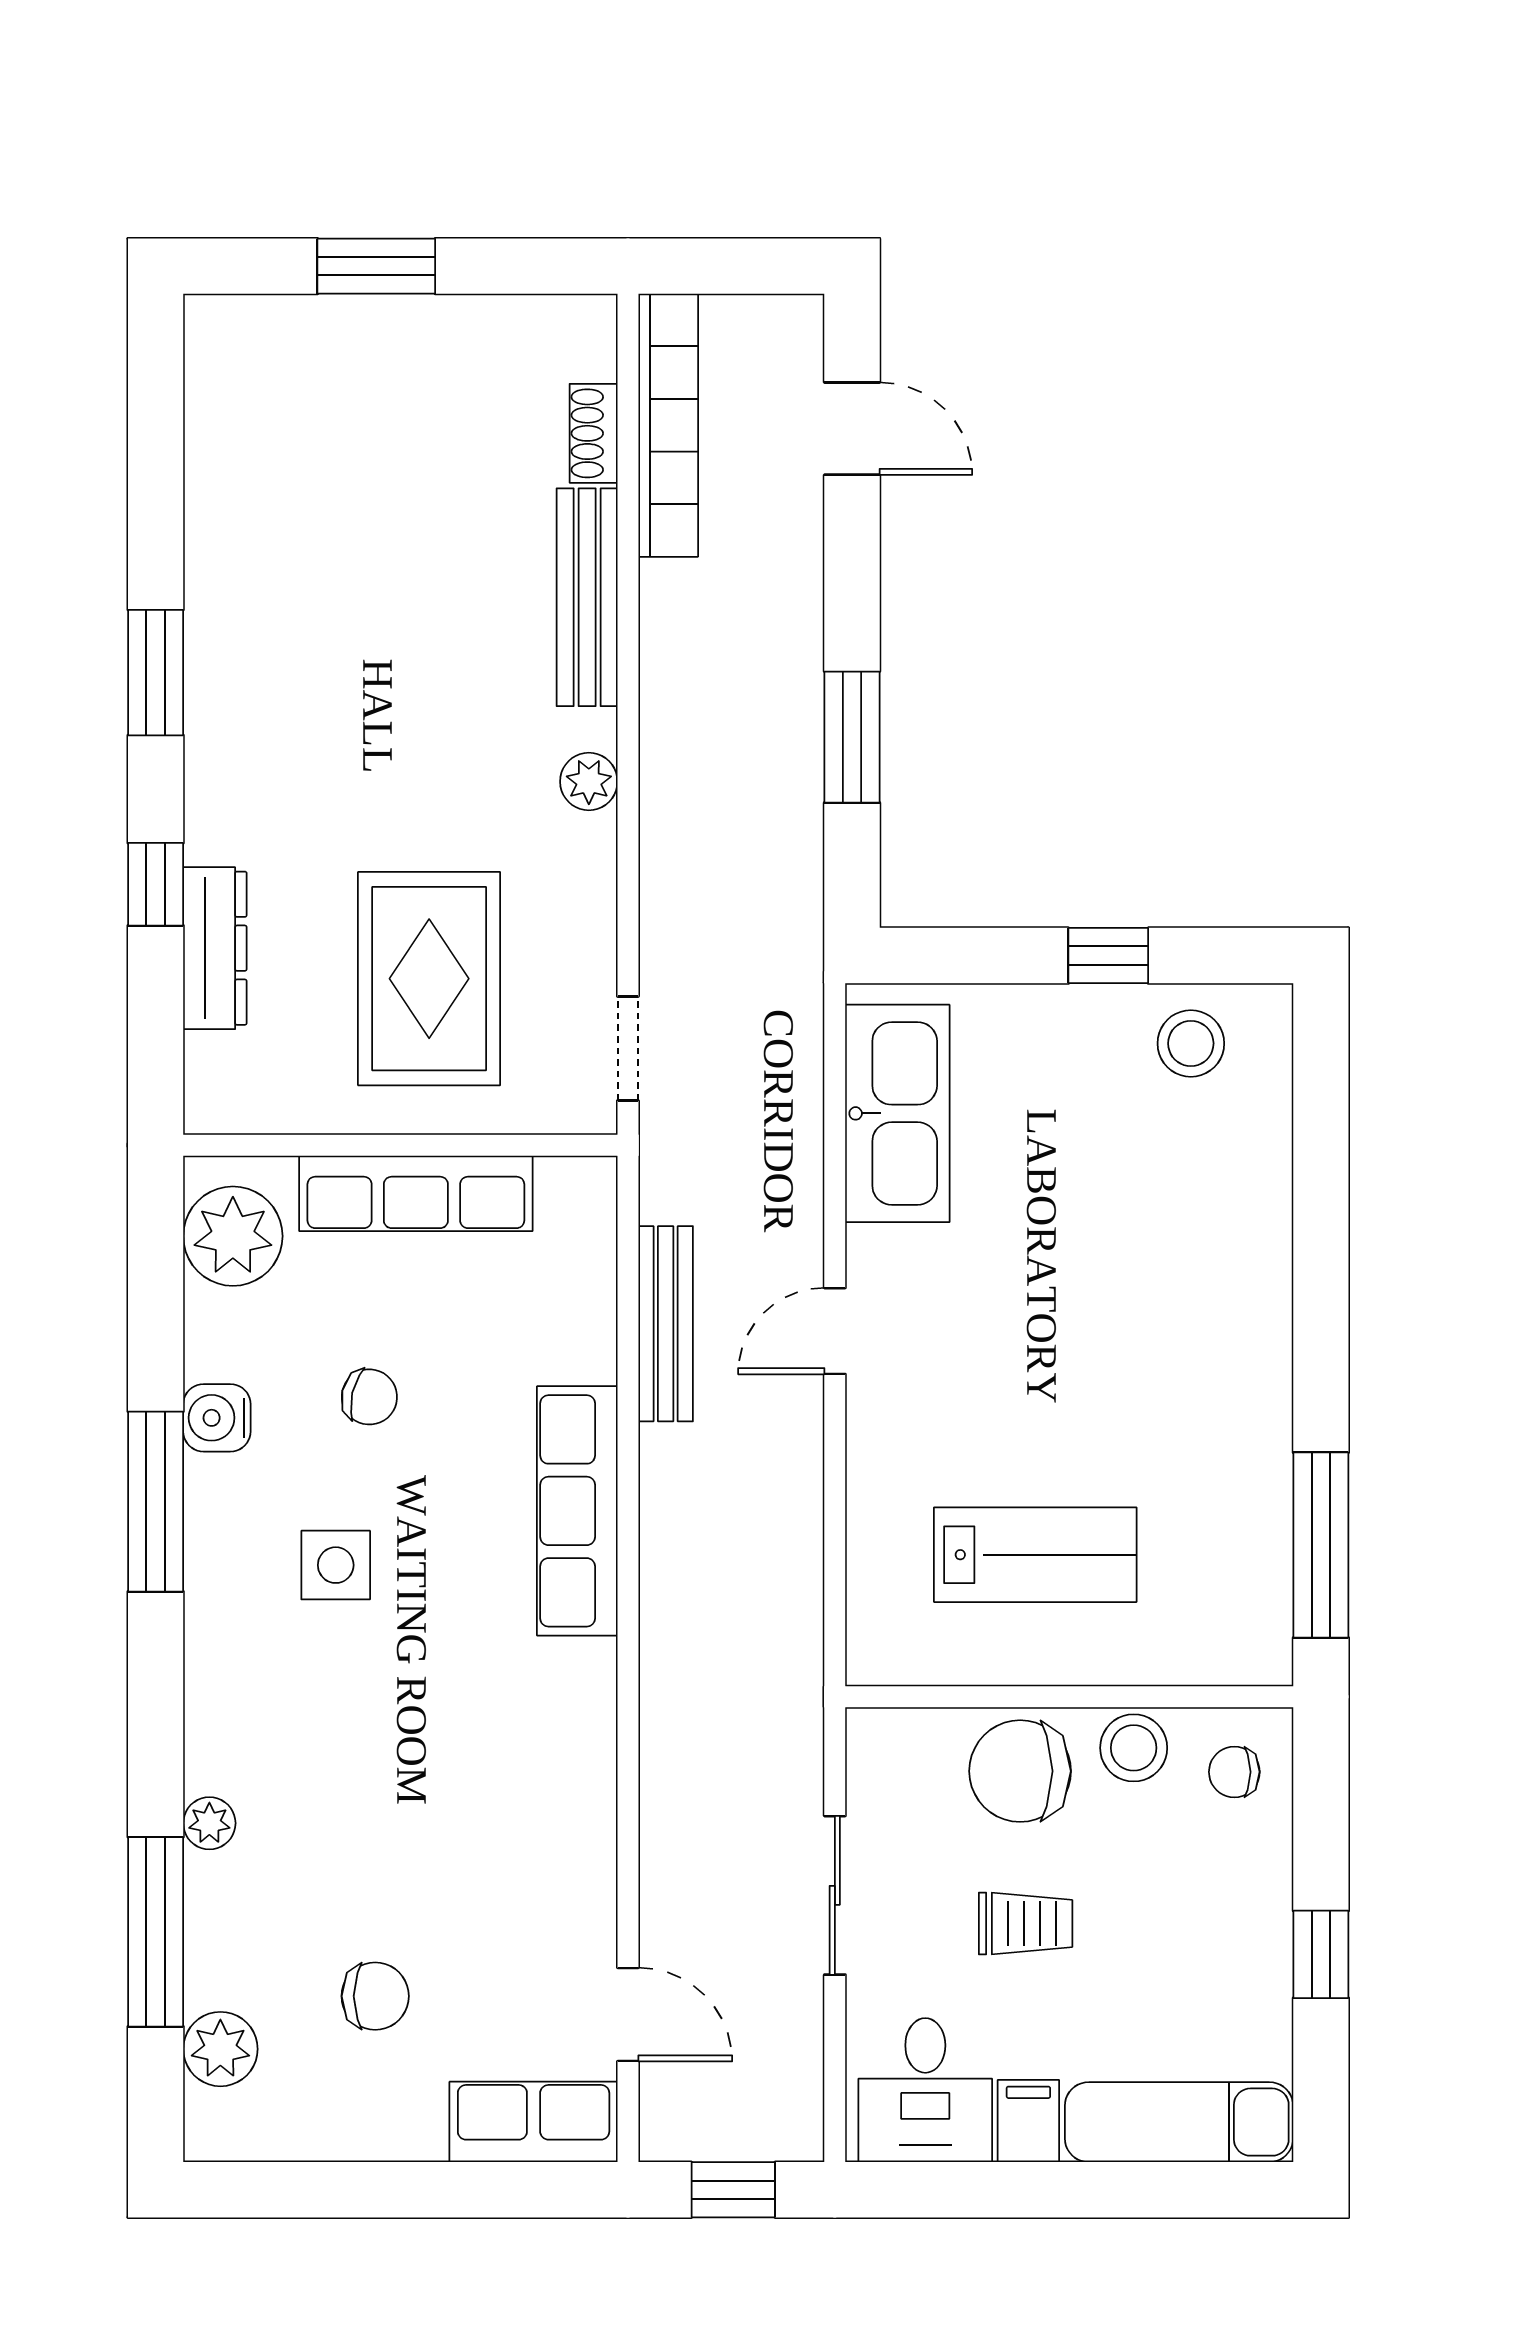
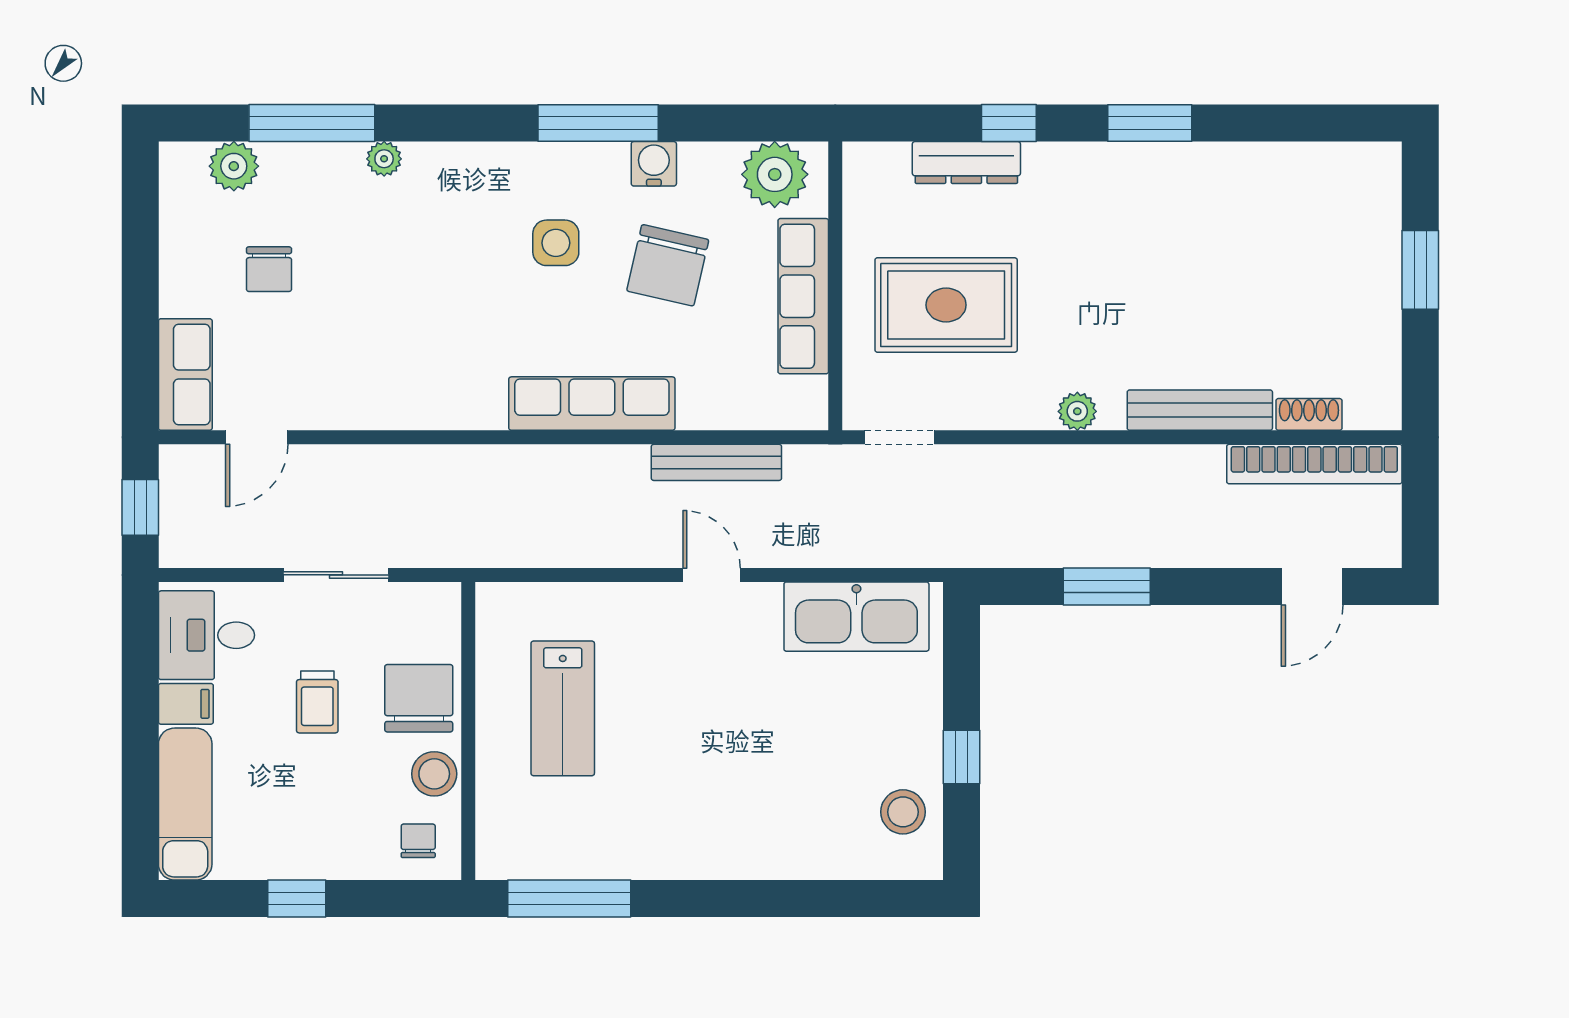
chair: (369, 1397) -> (668, 265), width x1.87, depth x1.87

